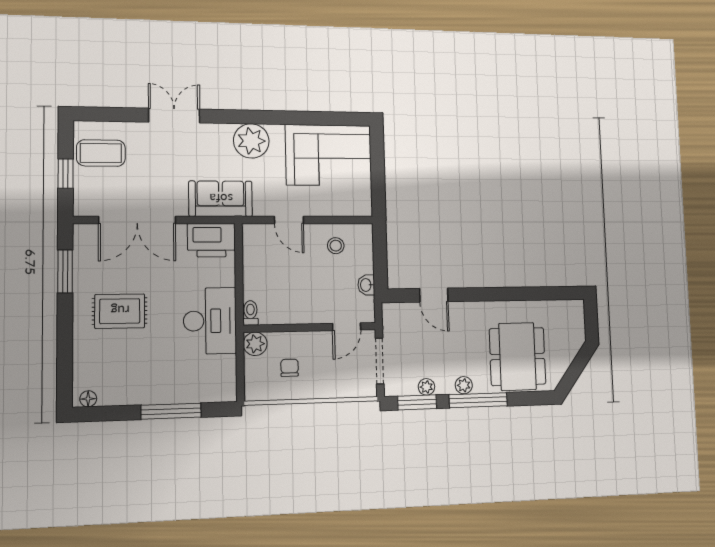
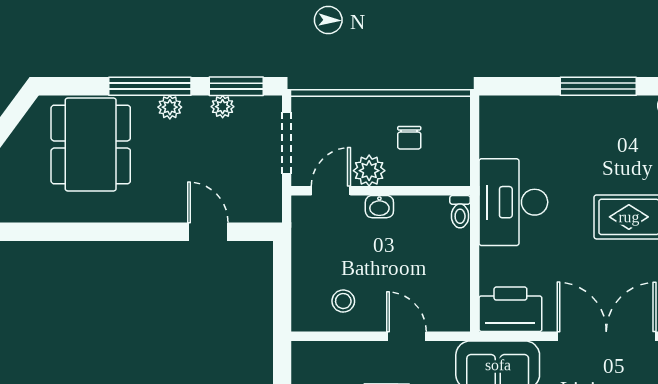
washbasin: (366, 285) -> (379, 207), moved, turned 90
plant: (255, 344) -> (369, 171), moved
window: (171, 411) -> (598, 86), moved

